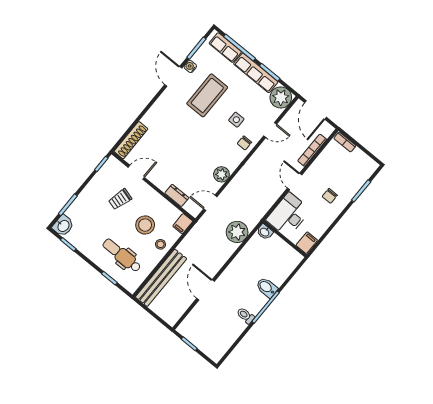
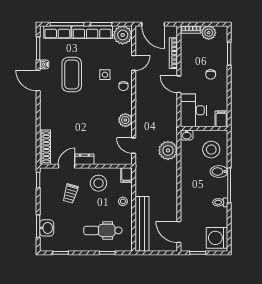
plant: (358, 158) -> (209, 33), added
dresser: (177, 195) -> (84, 159), moved
door: (210, 203) -> (134, 146), hinge flipped
stool: (145, 225) -> (98, 183), moved
washbasin: (63, 226) -> (47, 228), moved
stool: (276, 263) -> (211, 150), added
door: (206, 290) -> (179, 232), moved
washing machine: (217, 345) -> (217, 238), added

